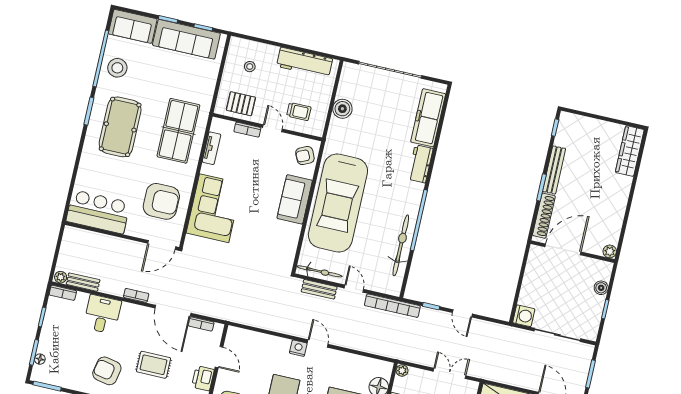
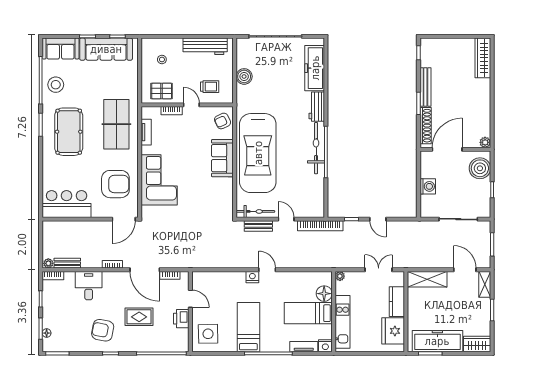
bicycle: (401, 245) -> (316, 148), moved
boiler: (601, 288) -> (480, 168), width x1.86, depth x1.86
washing machine: (524, 316) -> (428, 186), moved

